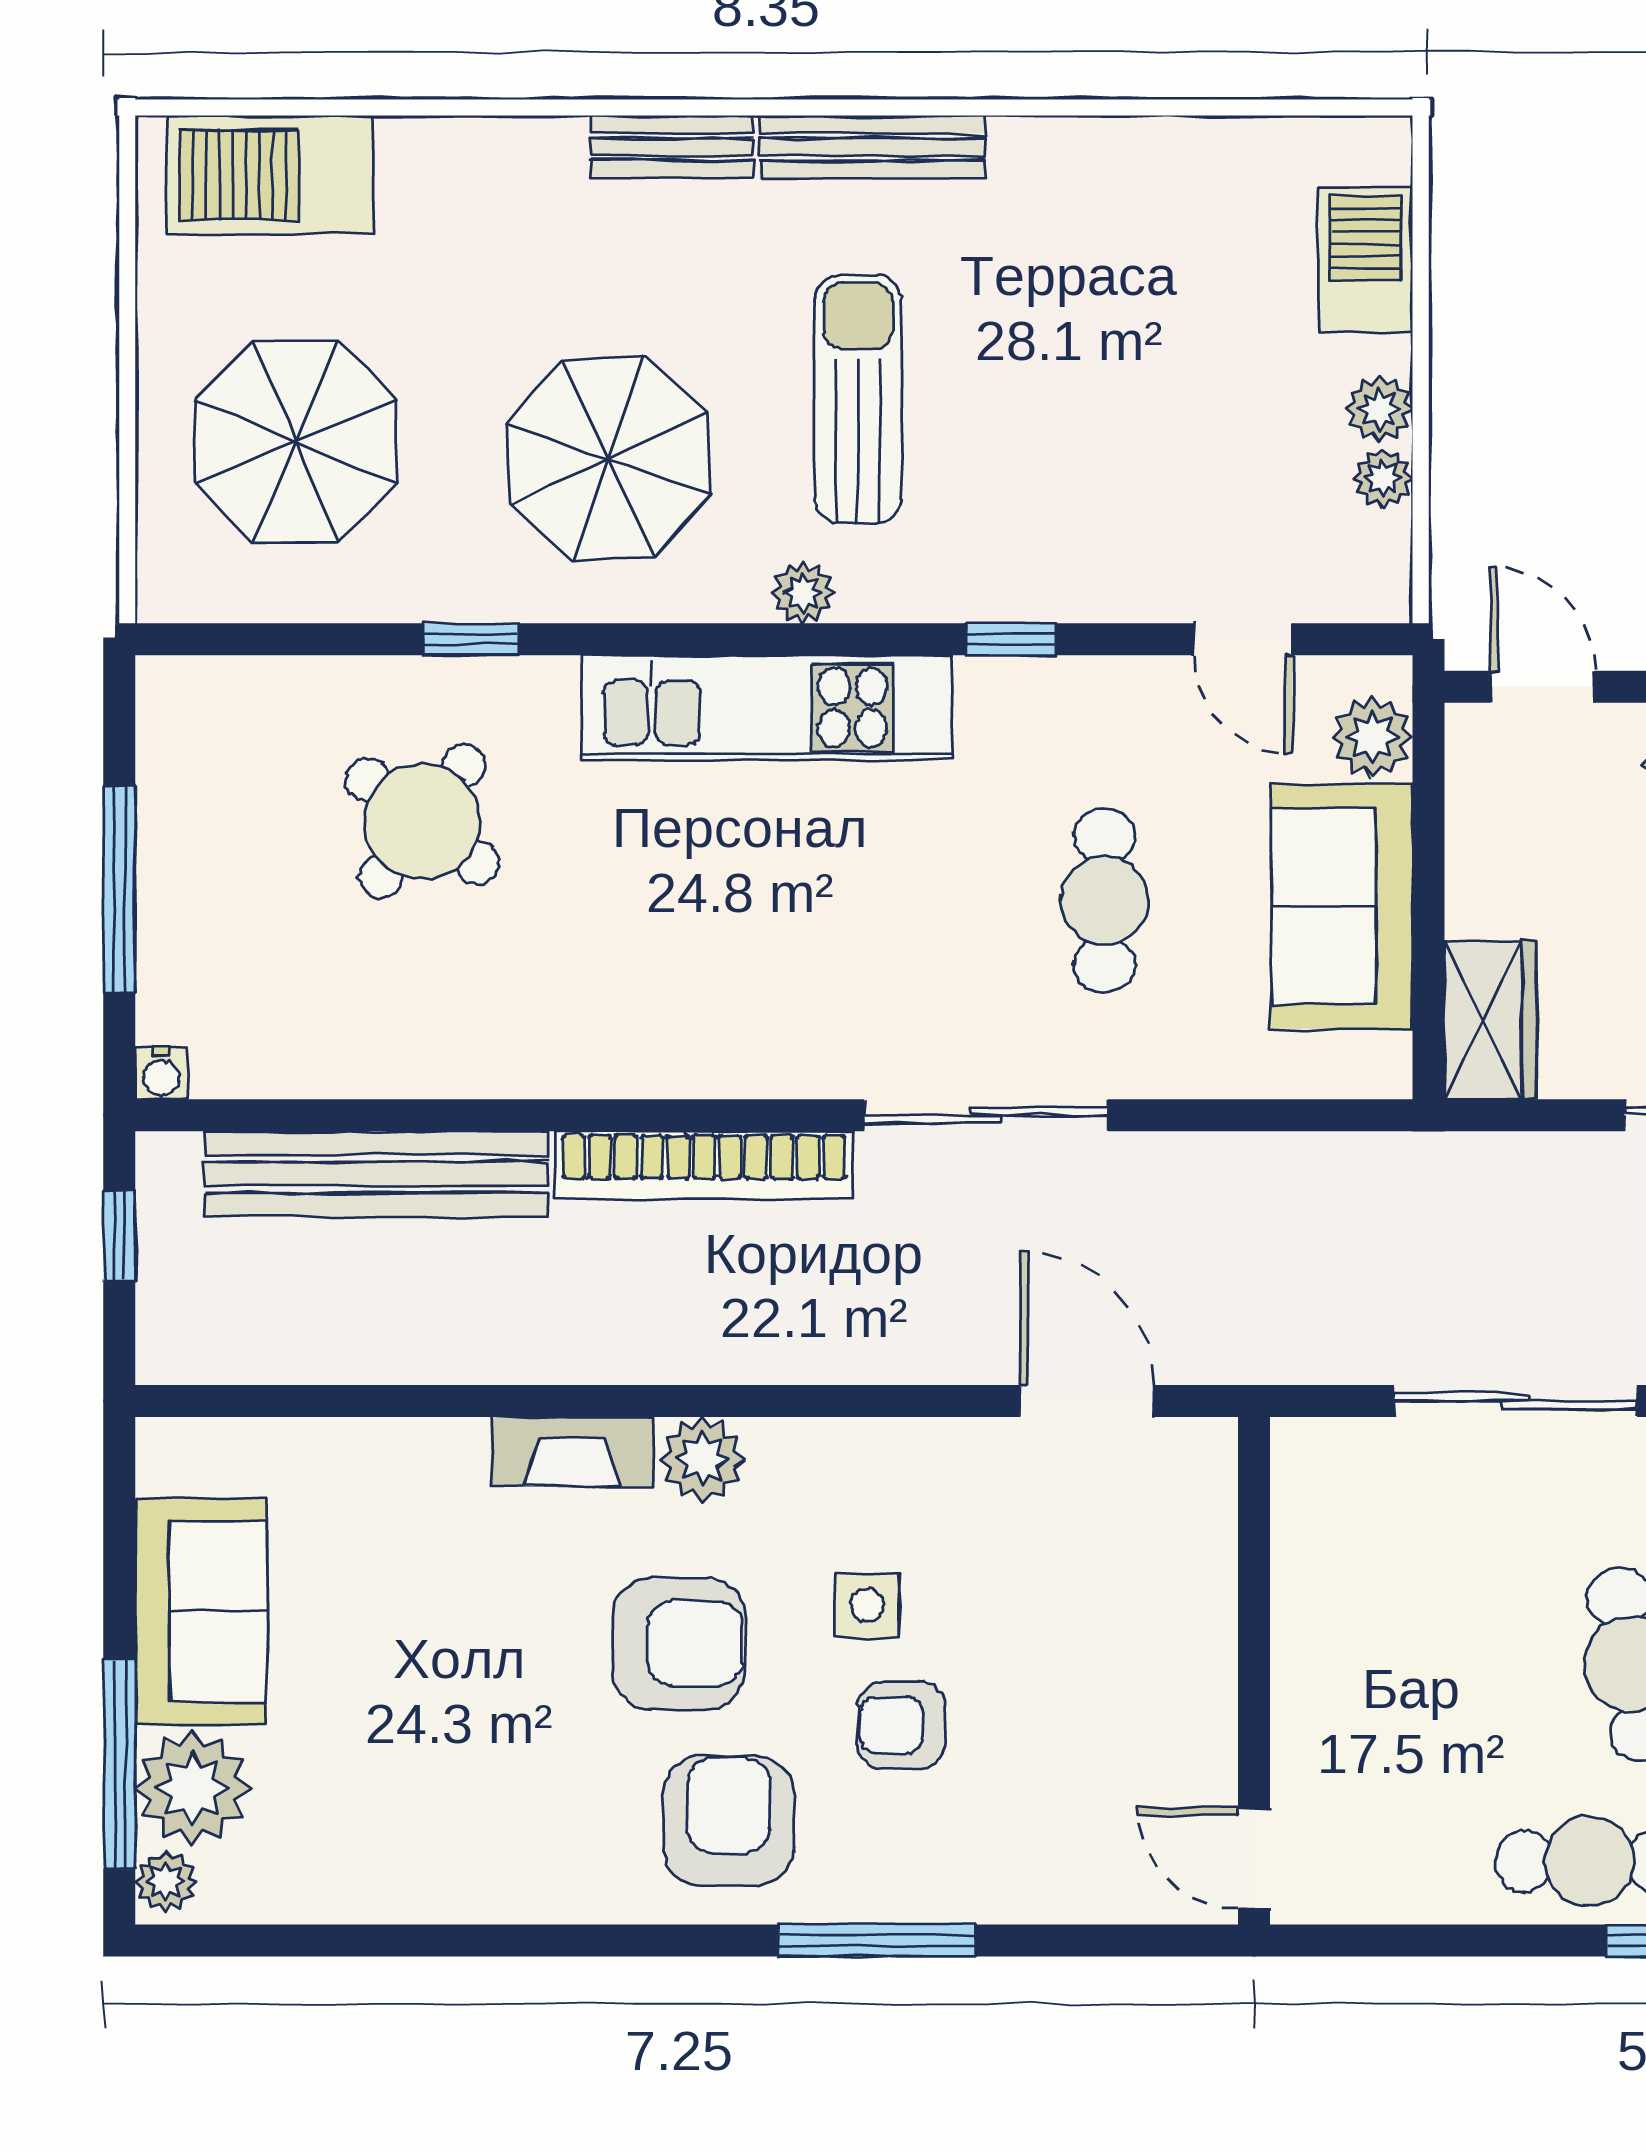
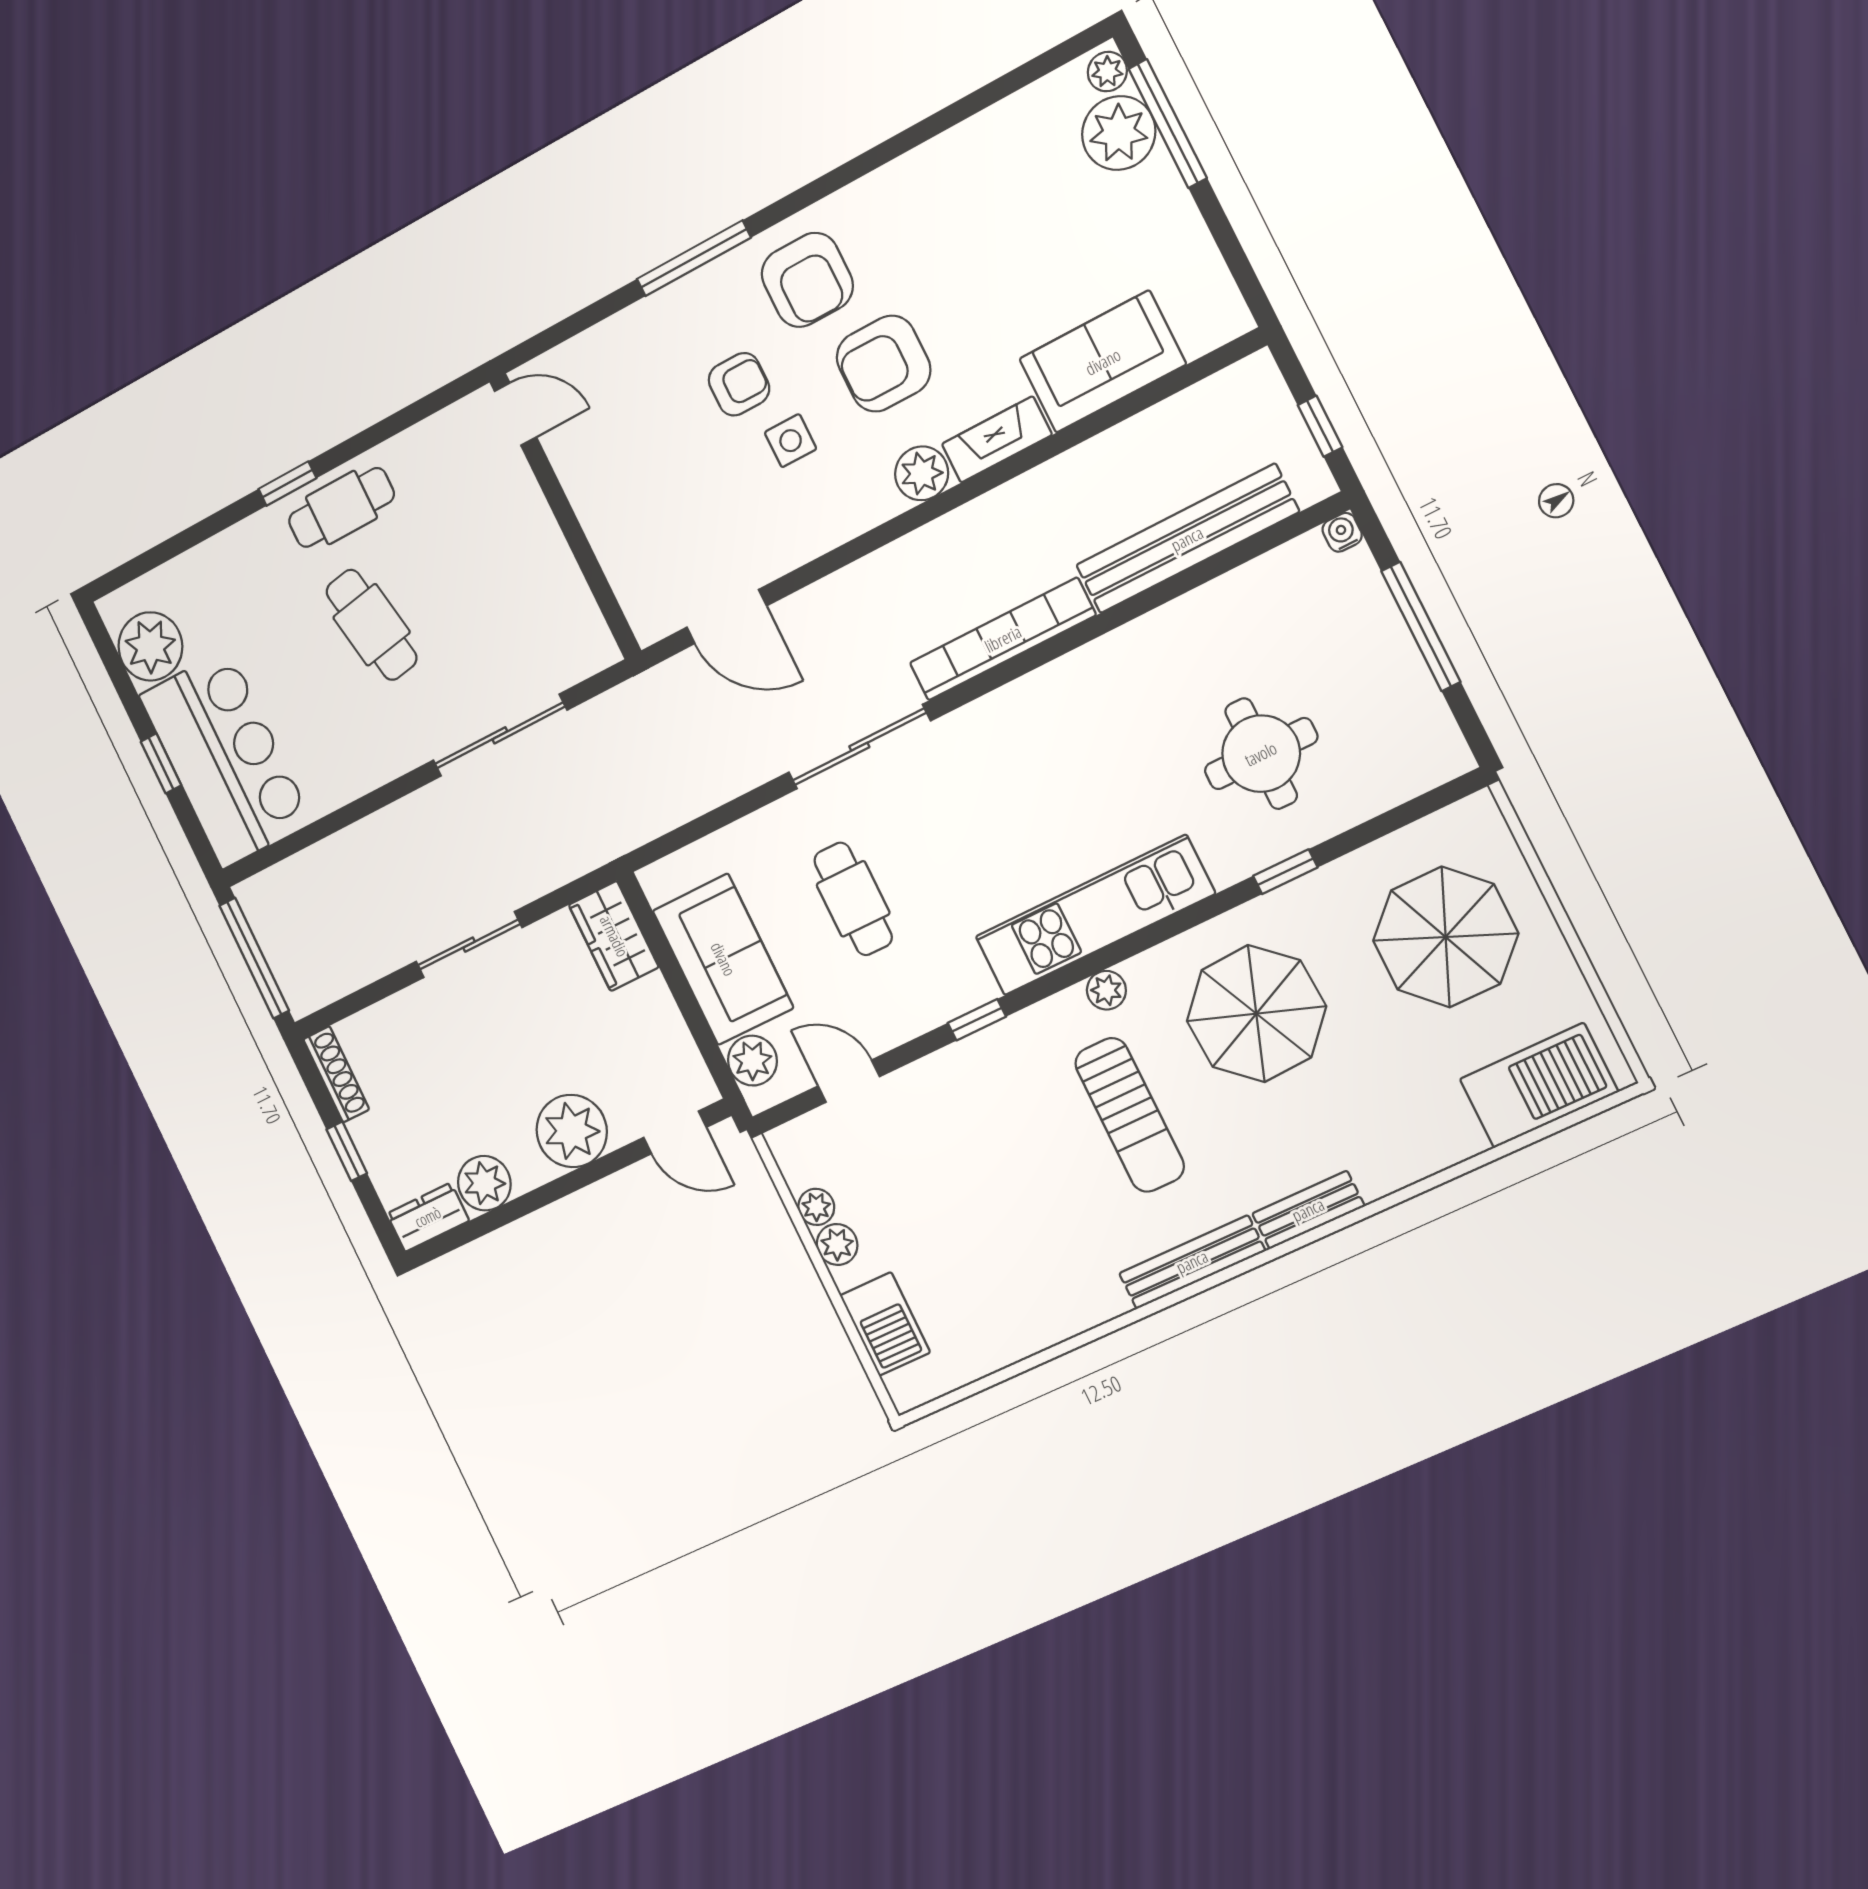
round table: (422, 821) -> (1261, 754), turned -37
sofa: (201, 1611) -> (1103, 362), moved, turned 90

